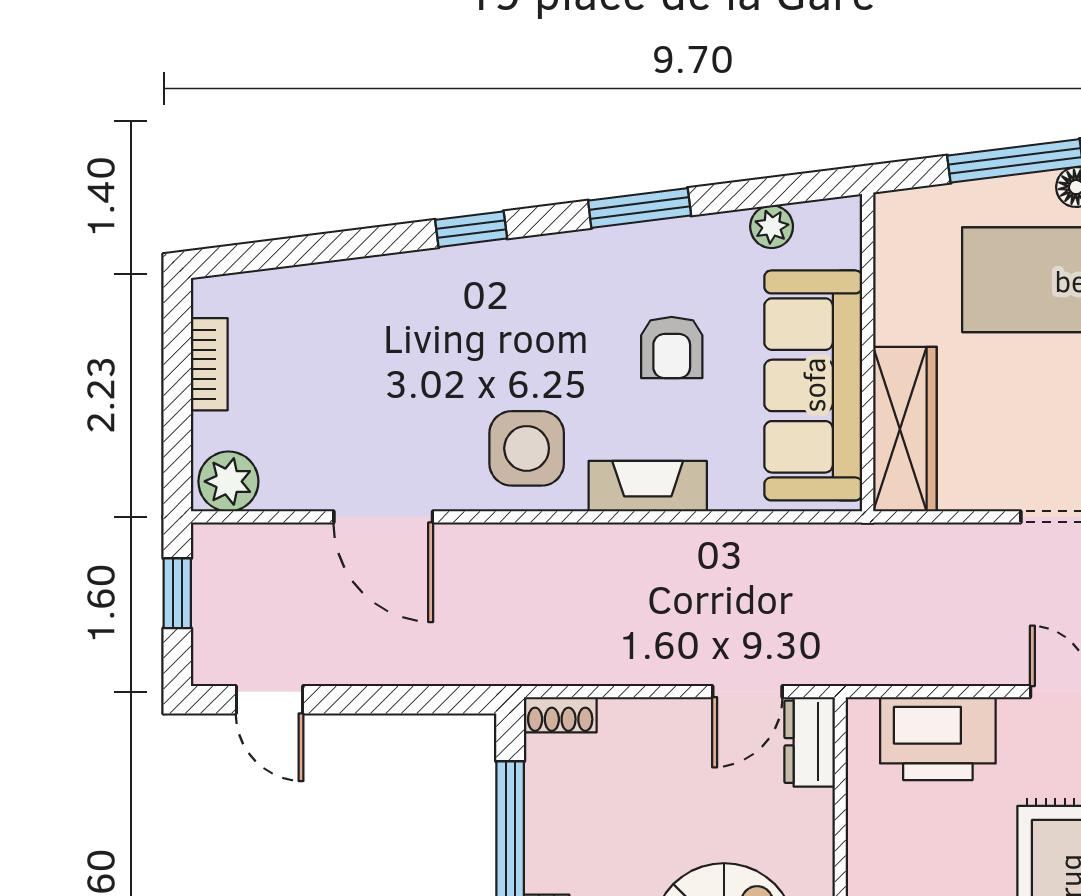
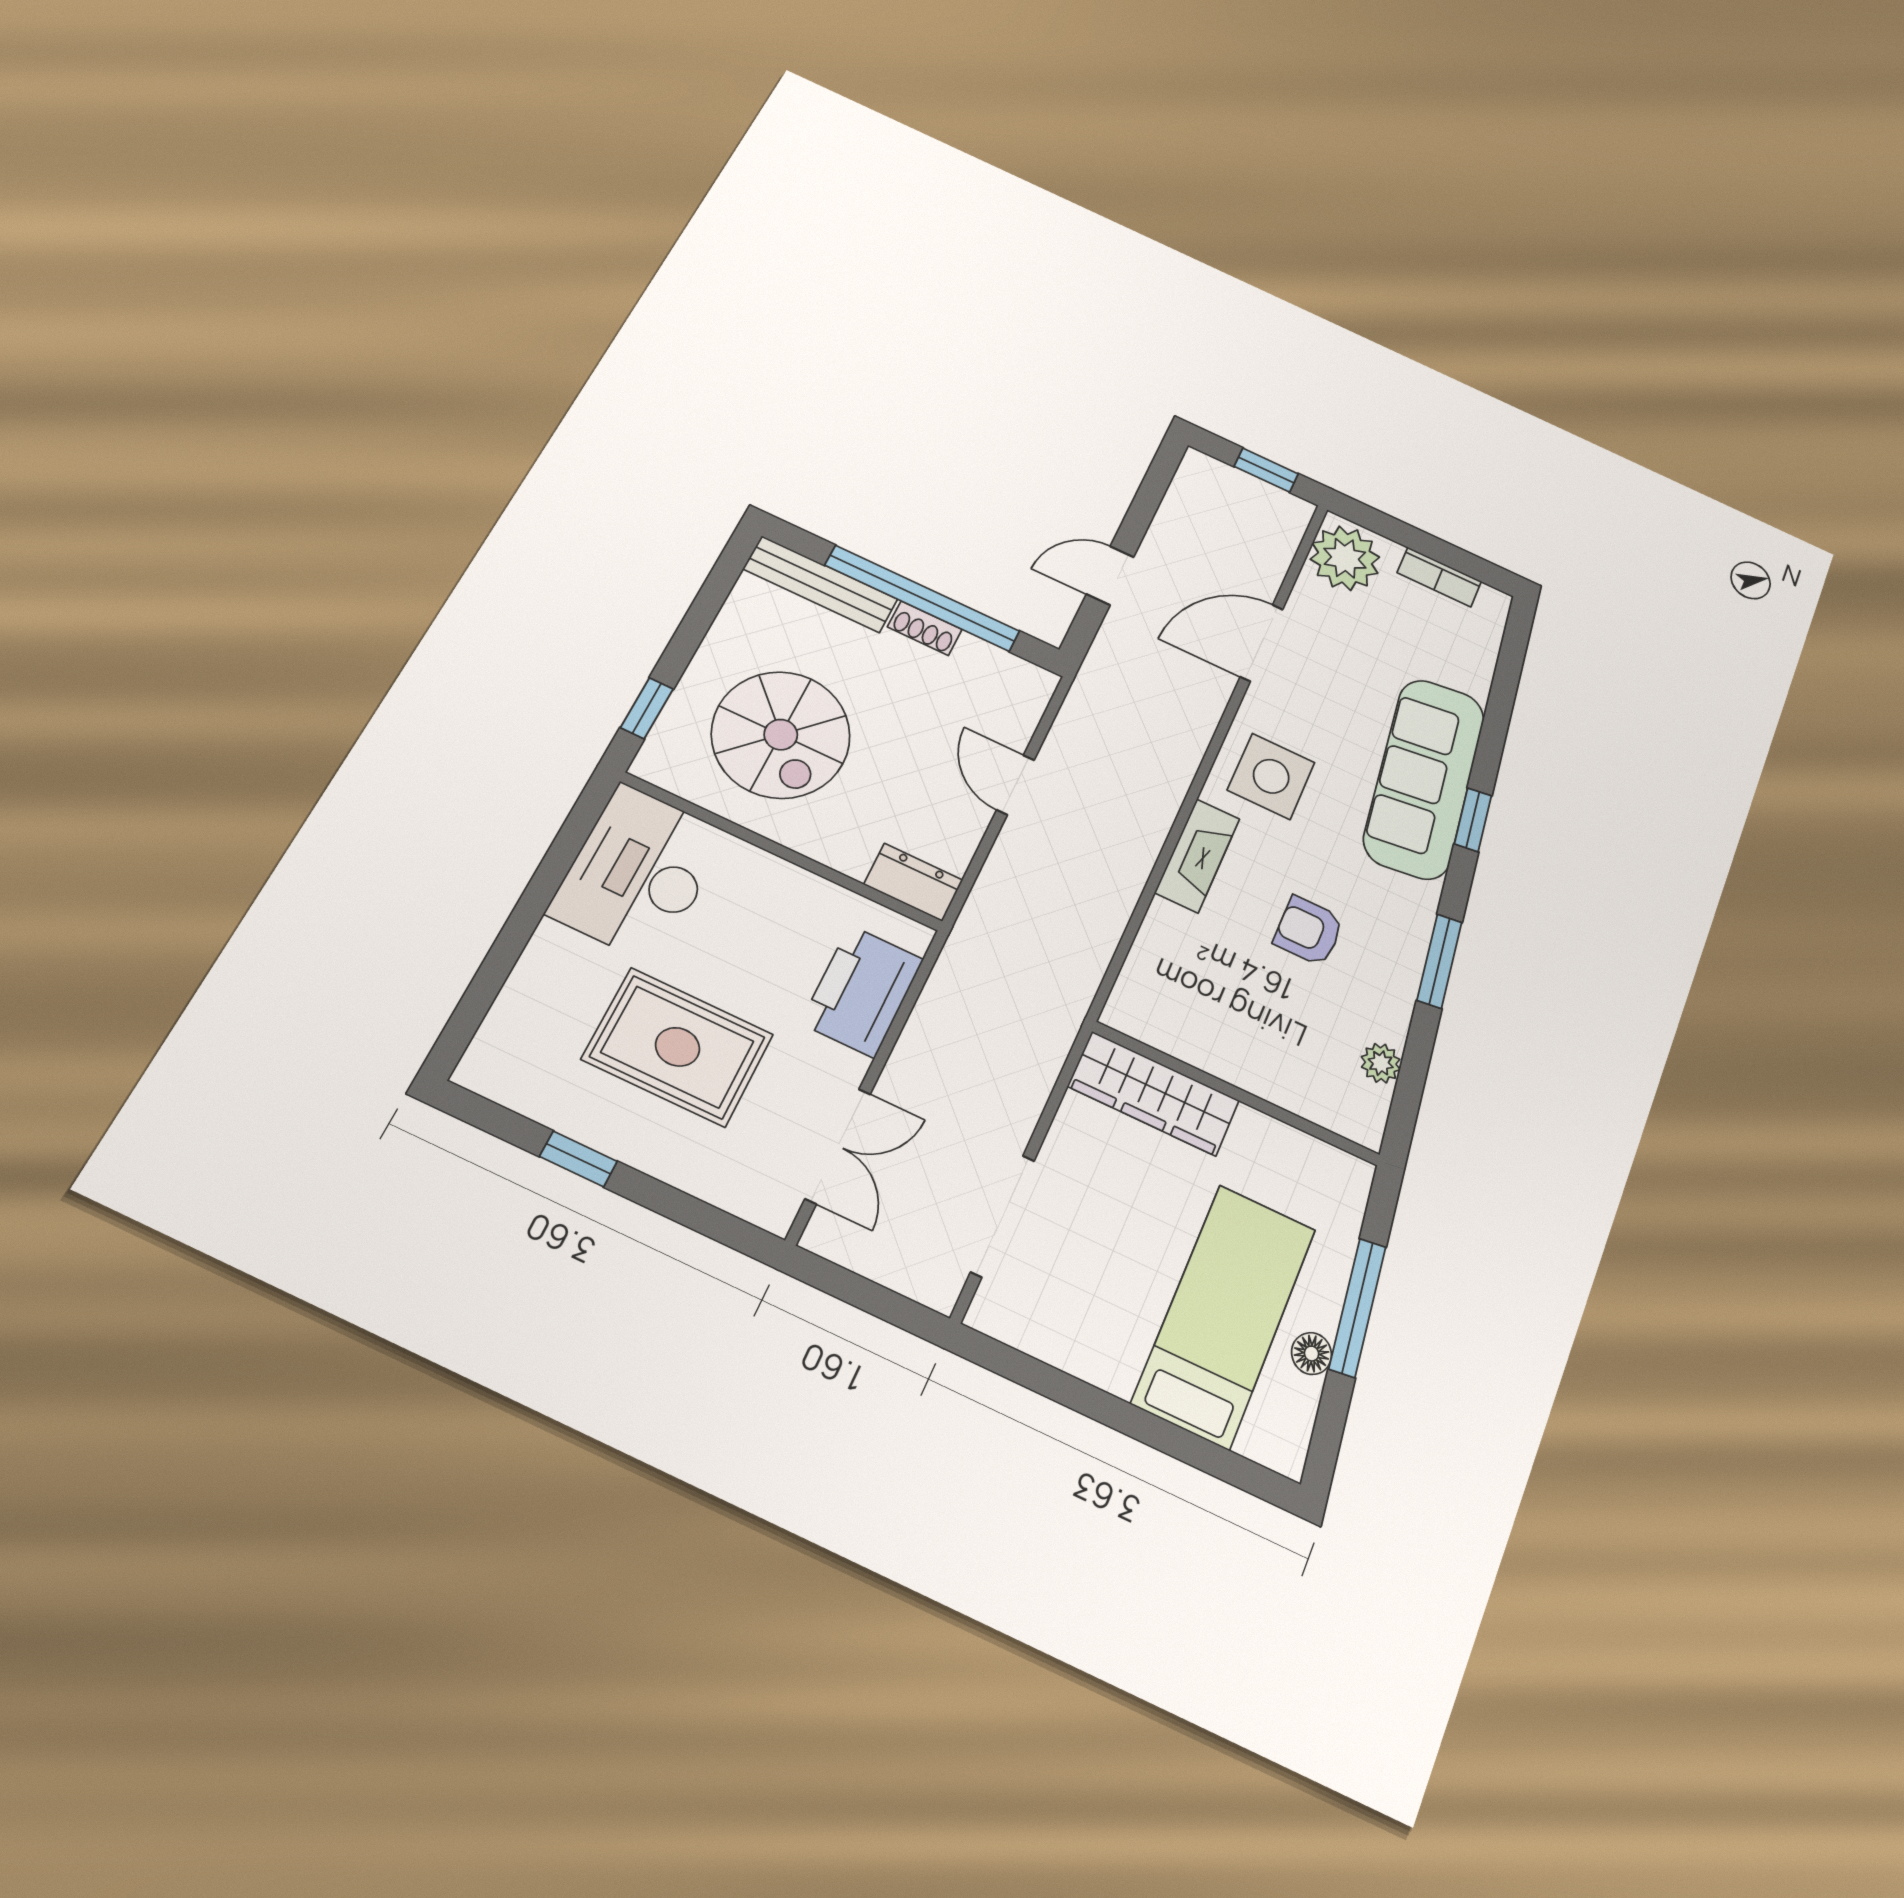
sofa: (813, 385) -> (1424, 778), moved, turned -97
plant: (228, 481) -> (1345, 558), width x1.36, depth x1.36
door: (747, 692) -> (1015, 785), moved
door: (270, 700) -> (1110, 576), moved
shoe rack: (560, 715) -> (925, 628), moved, turned -90

